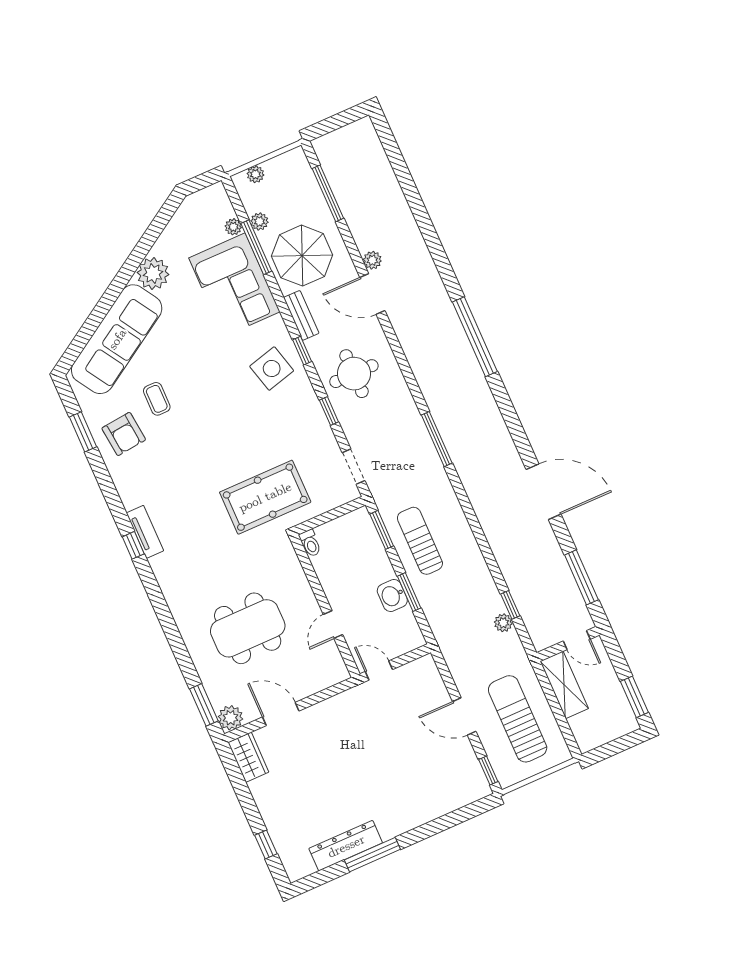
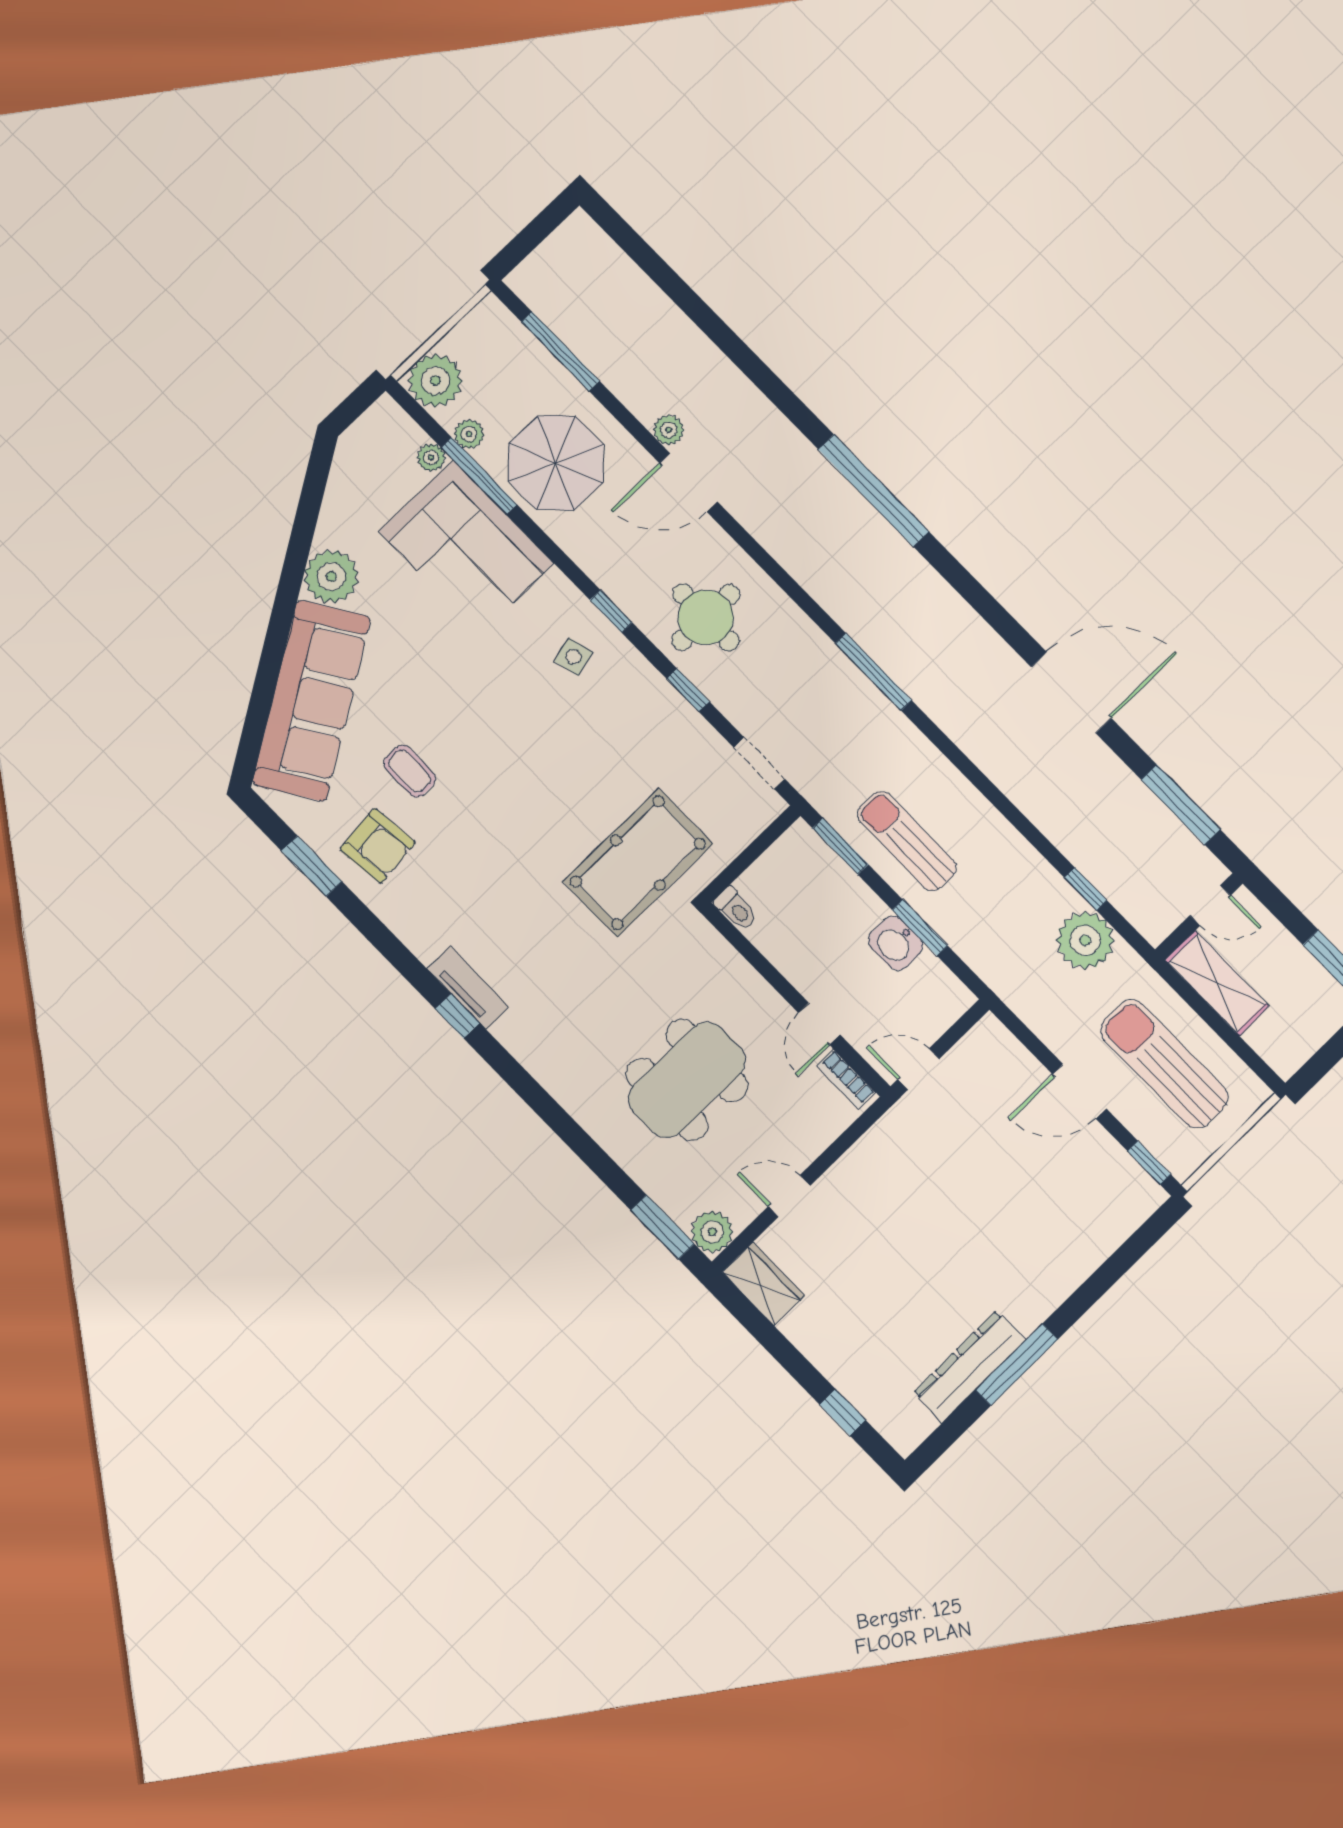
plant: (255, 174) -> (435, 381), width x1.88, depth x1.88
bench: (301, 315) -> (589, 557), removed
side table: (272, 369) -> (573, 657), width x0.54, depth x0.54
plant: (503, 623) -> (1085, 940), width x1.88, depth x1.88
bookcase: (336, 661) -> (846, 1079), added
door: (281, 714) -> (789, 1196), width x0.73

